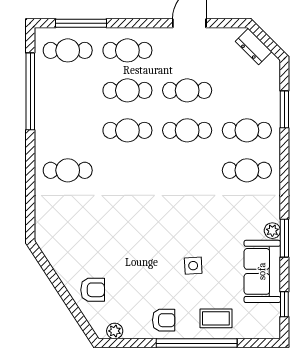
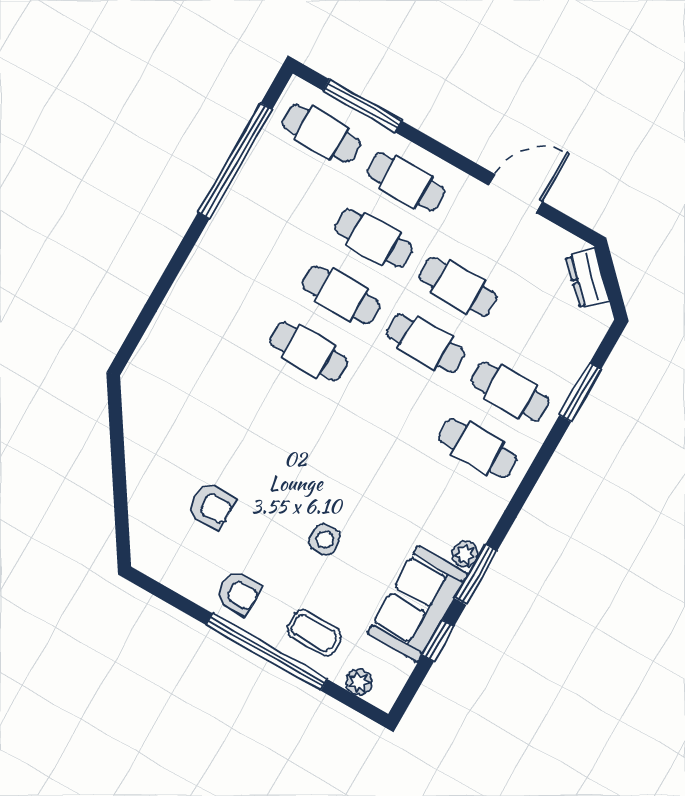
cafe table: (68, 170) -> (309, 351), moved
armchair: (93, 290) -> (211, 506), moved
window: (284, 304) -> (438, 641), moved
plant: (115, 331) -> (359, 682), moved

